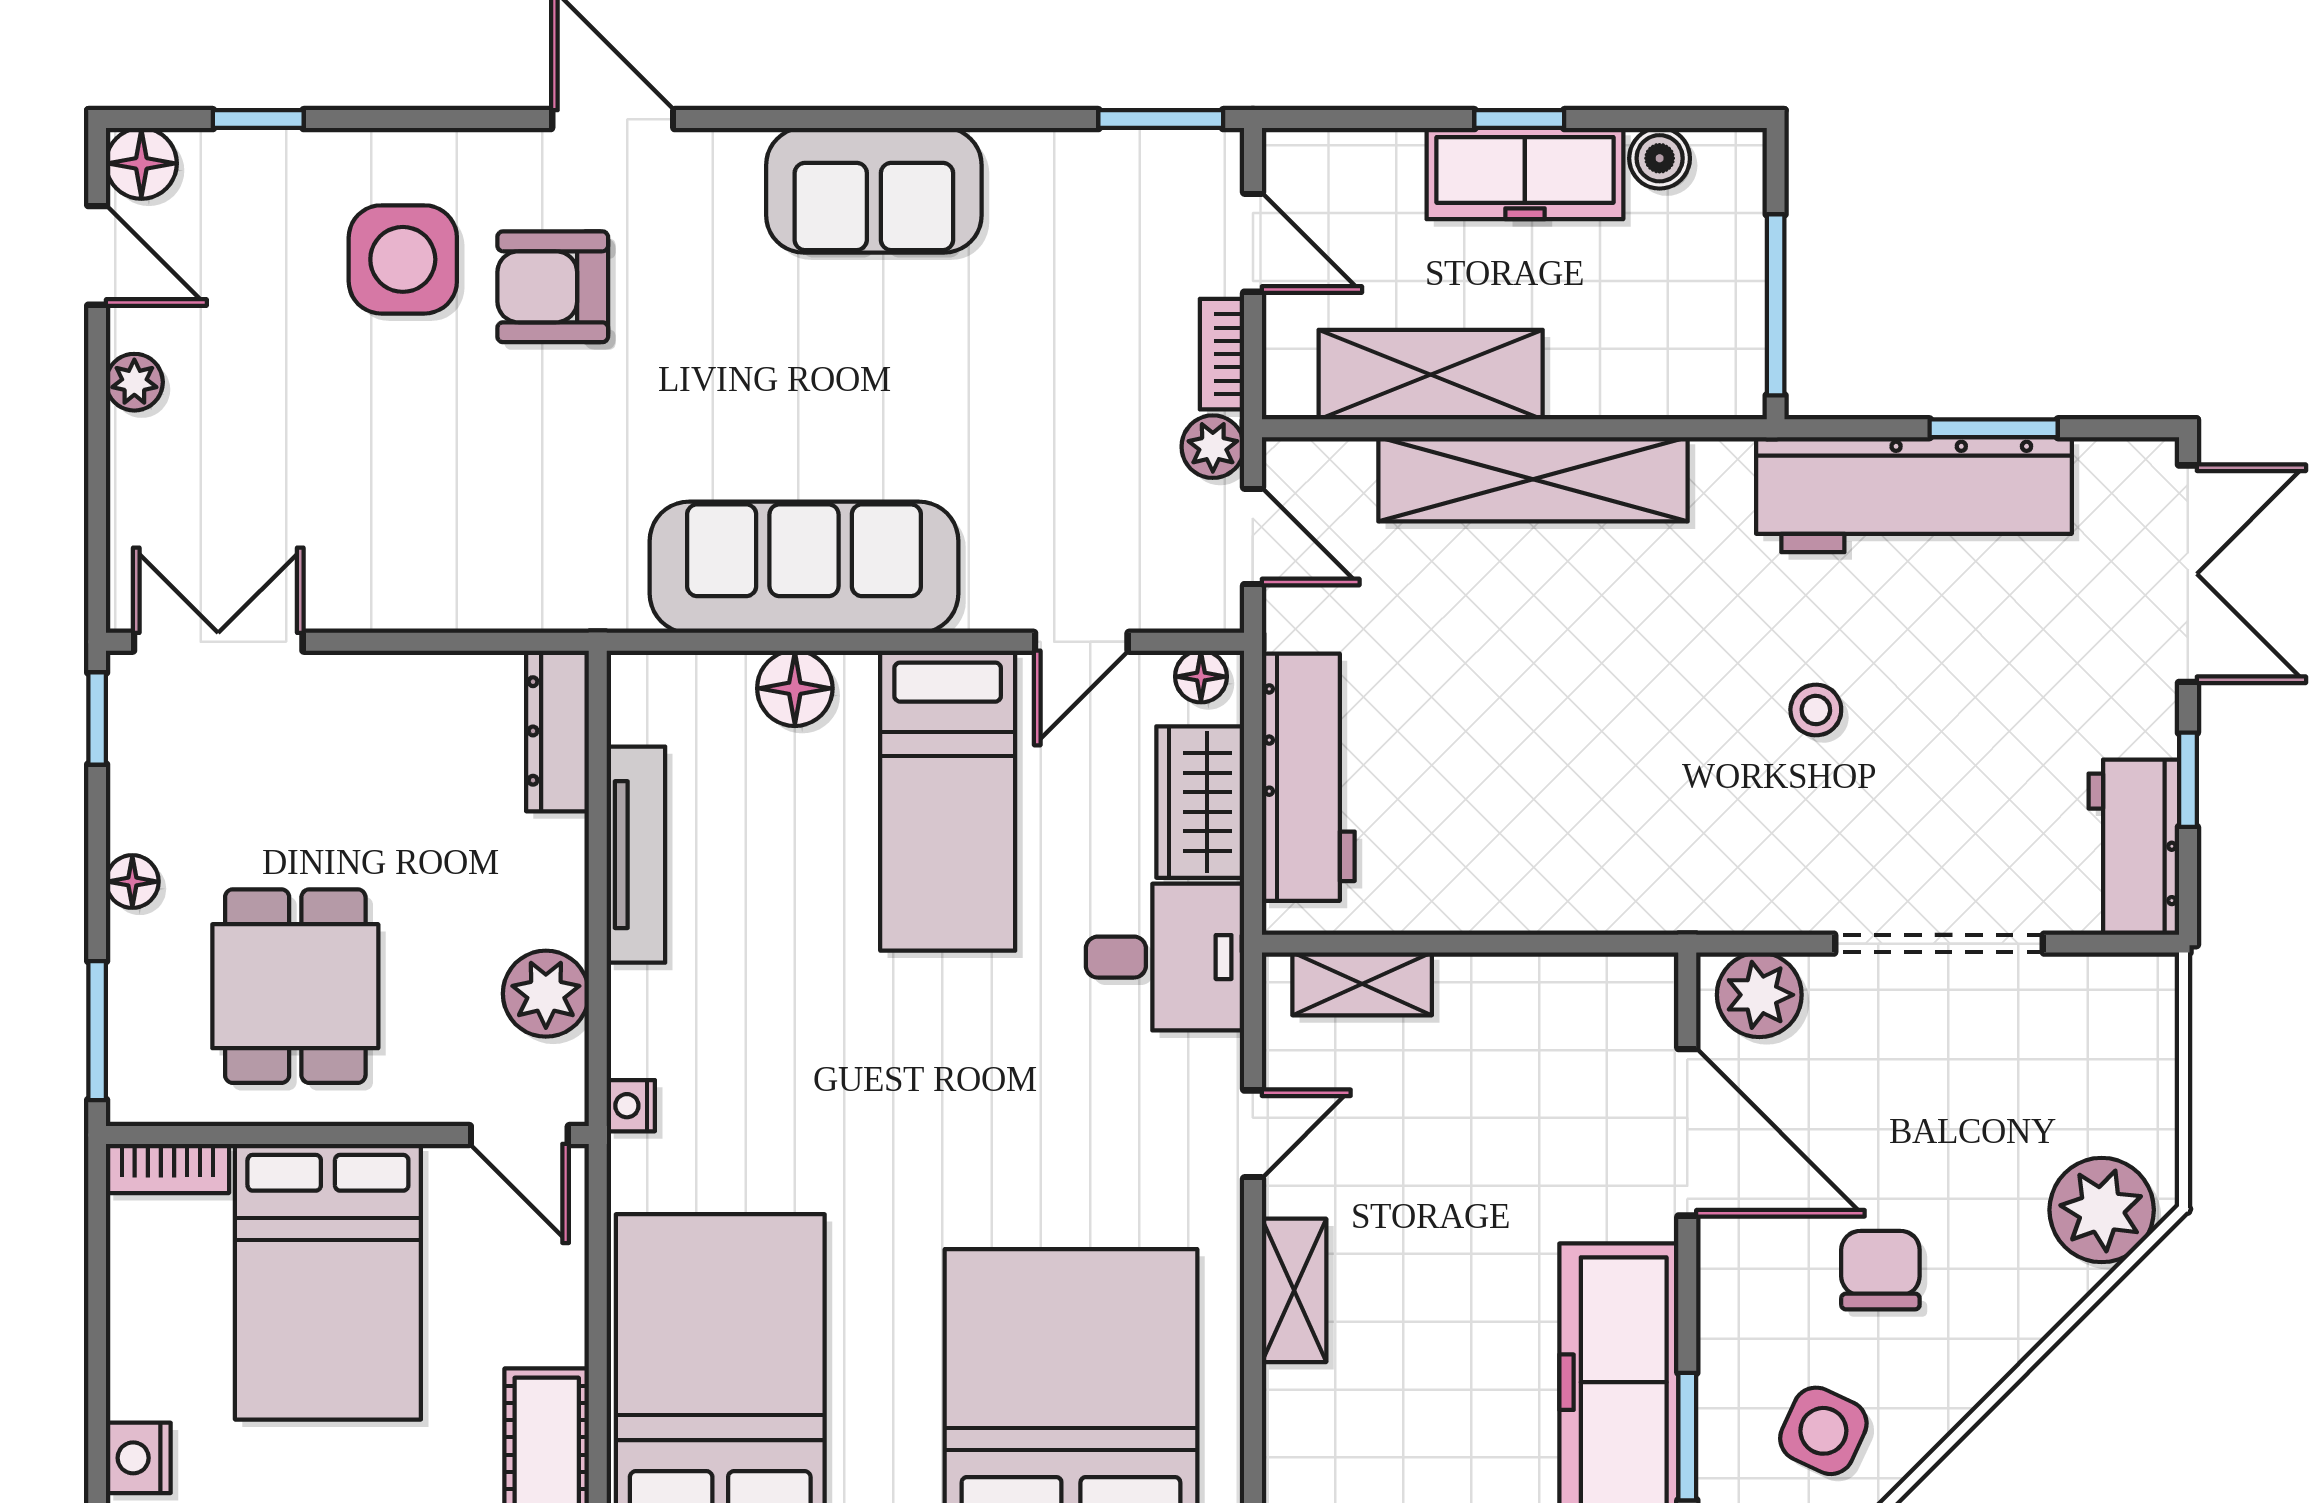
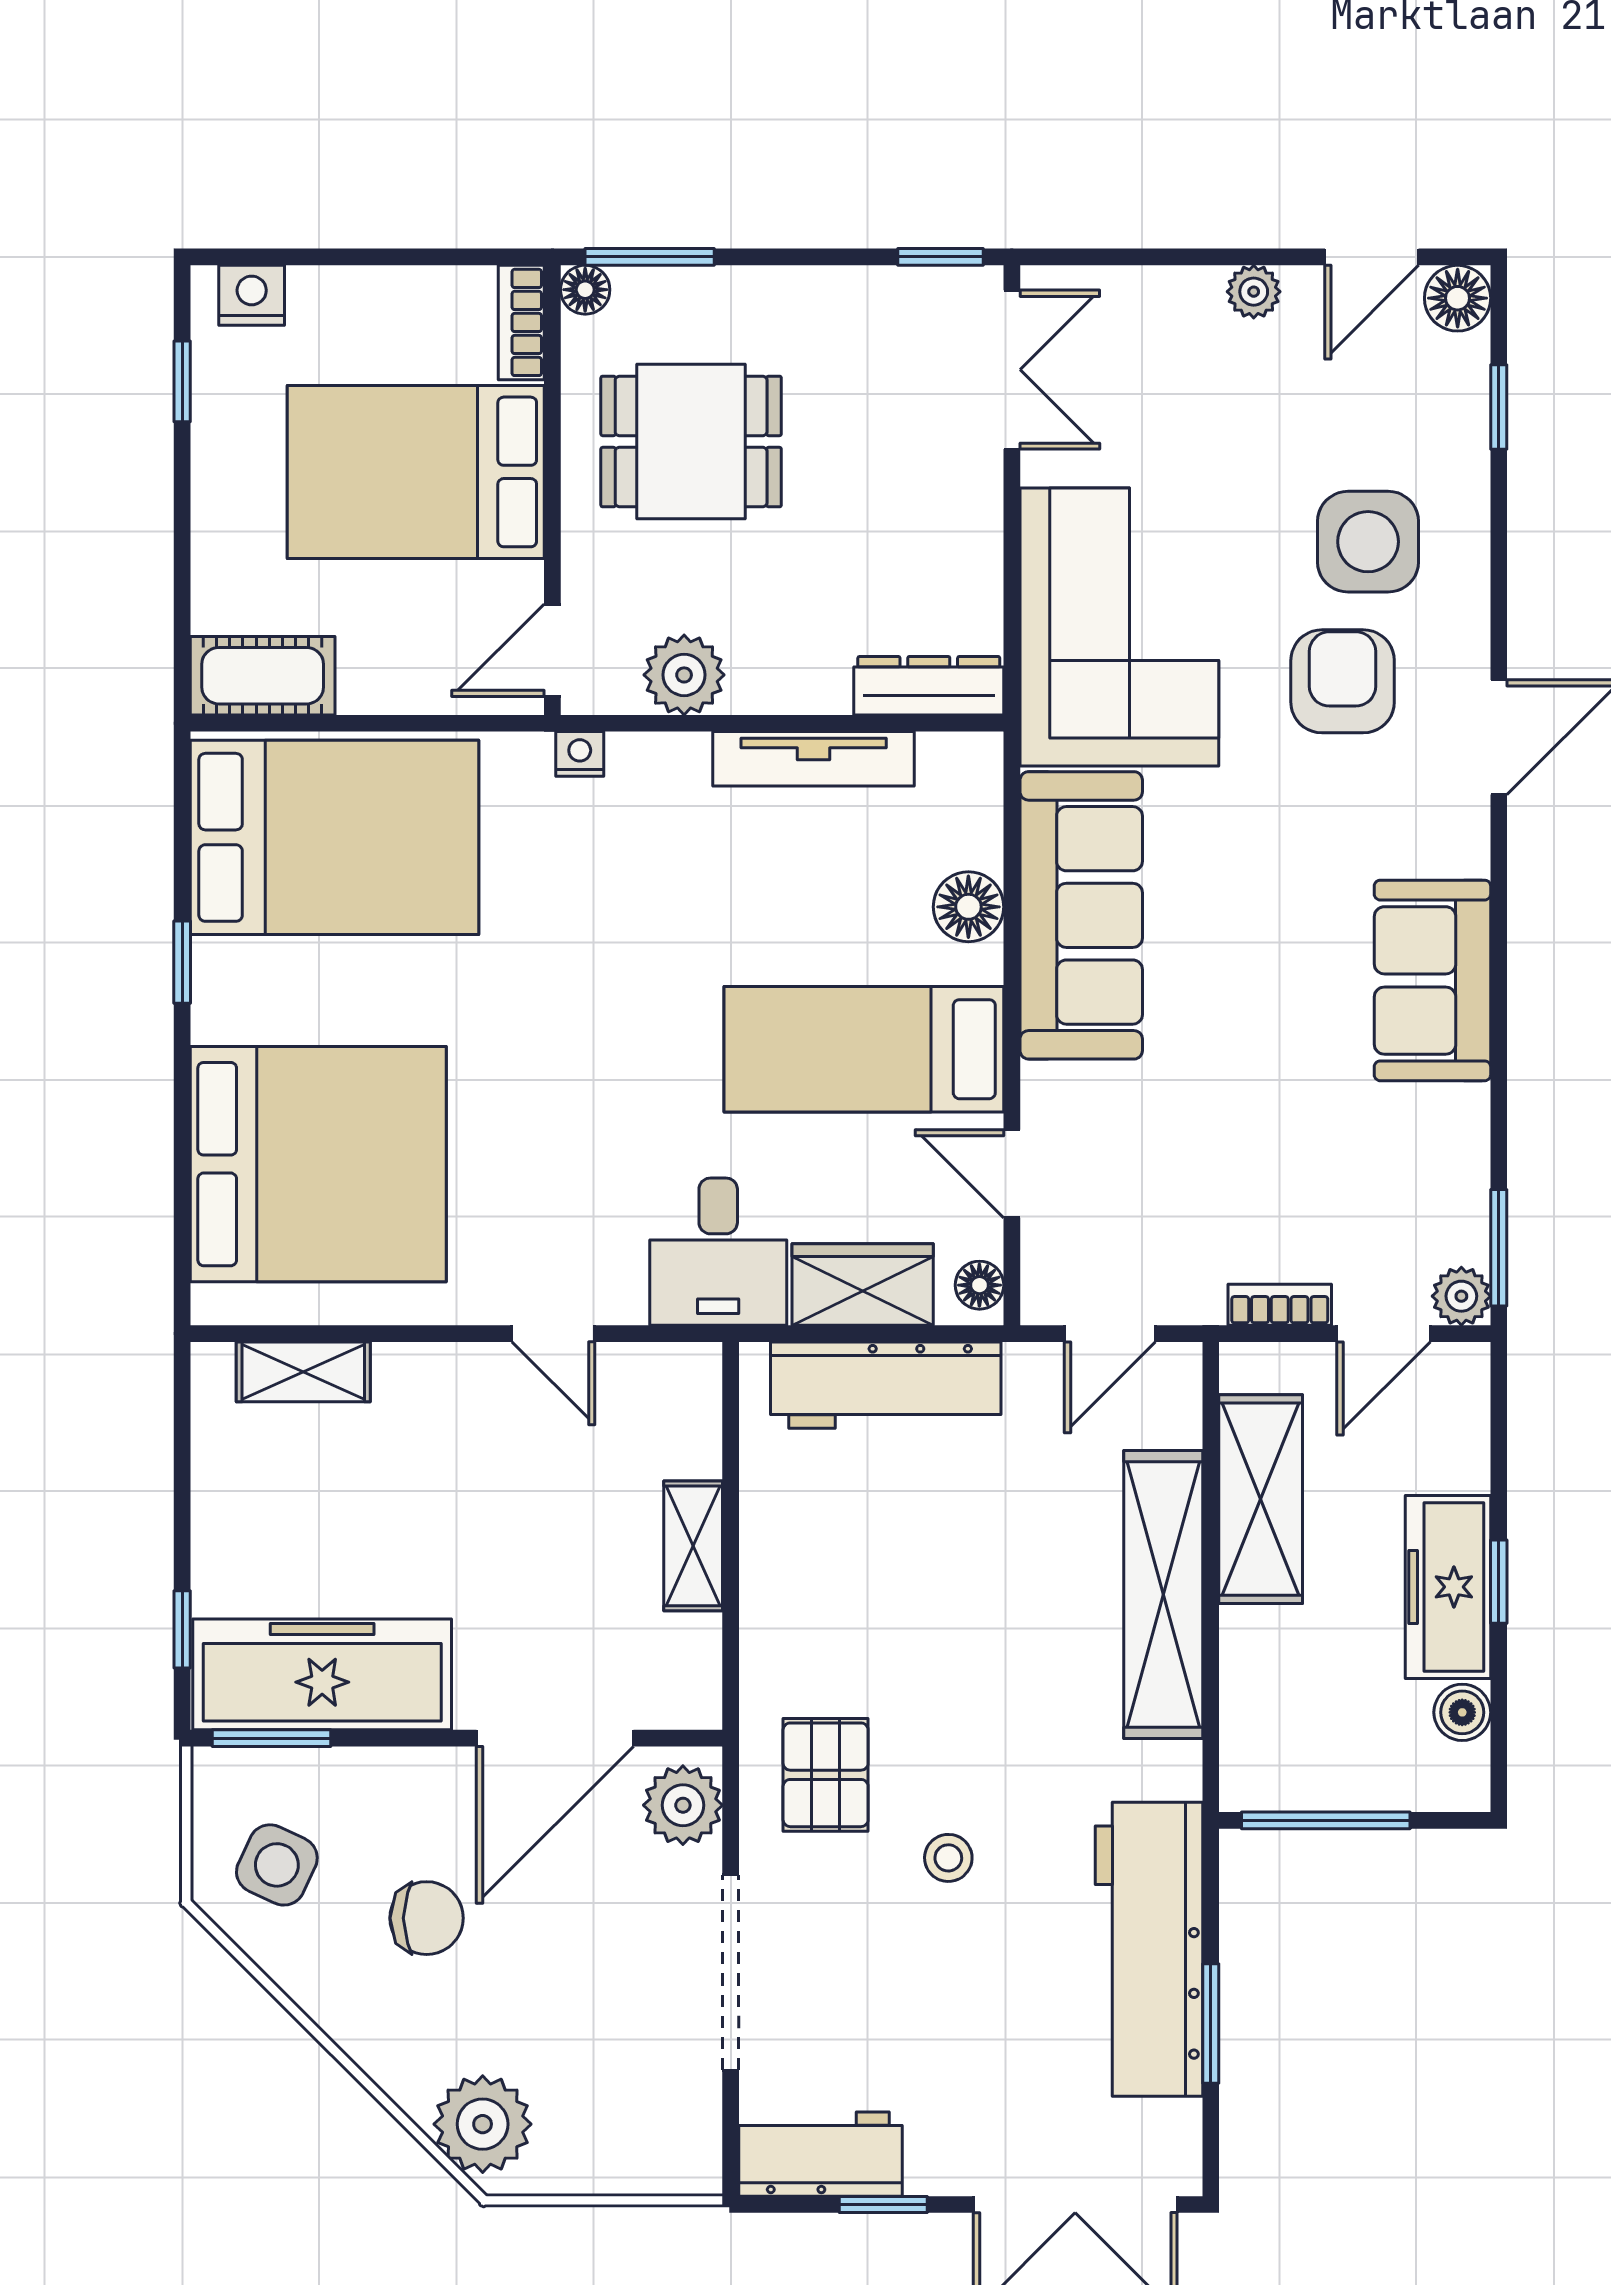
plant: (1213, 447) -> (1461, 1296), moved
corner sofa: (494, 526) -> (1119, 627), added
pallet: (1727, 842) -> (826, 1775), added
floor lamp: (132, 882) -> (585, 290), moved
shelving: (1362, 984) -> (693, 1546), moved
shelving: (1294, 1290) -> (303, 1372), moved

